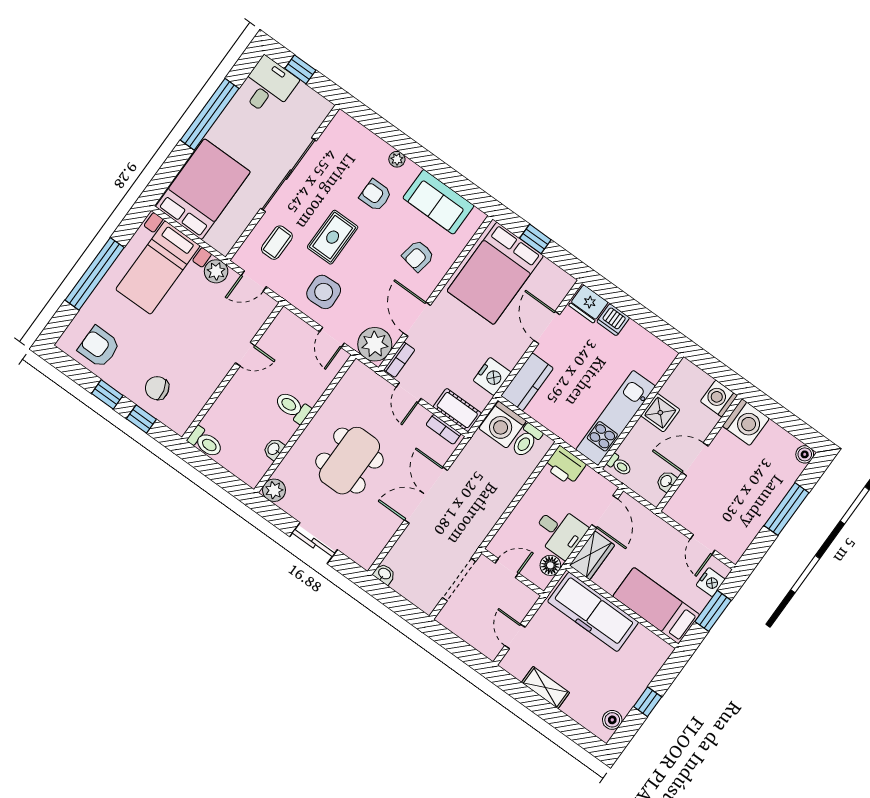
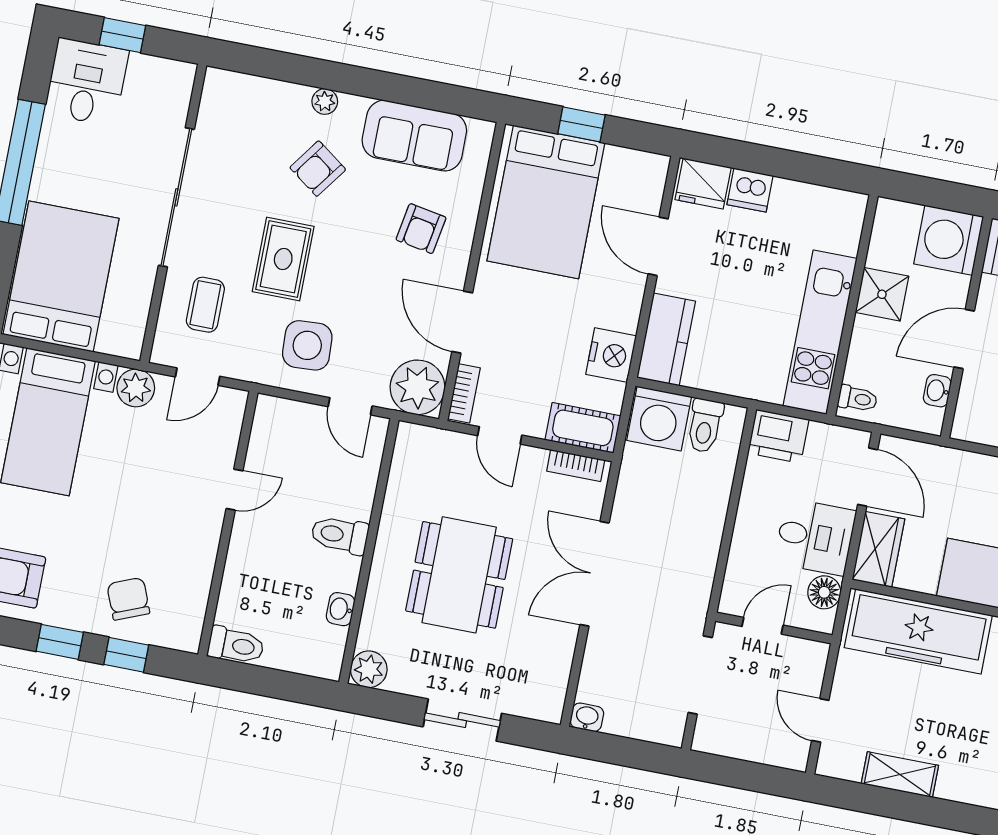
armchair: (376, 195) -> (318, 169), turned -54
chair: (157, 388) -> (128, 599), turned 81
washing machine: (719, 398) -> (949, 240), width x1.37, depth x1.37

